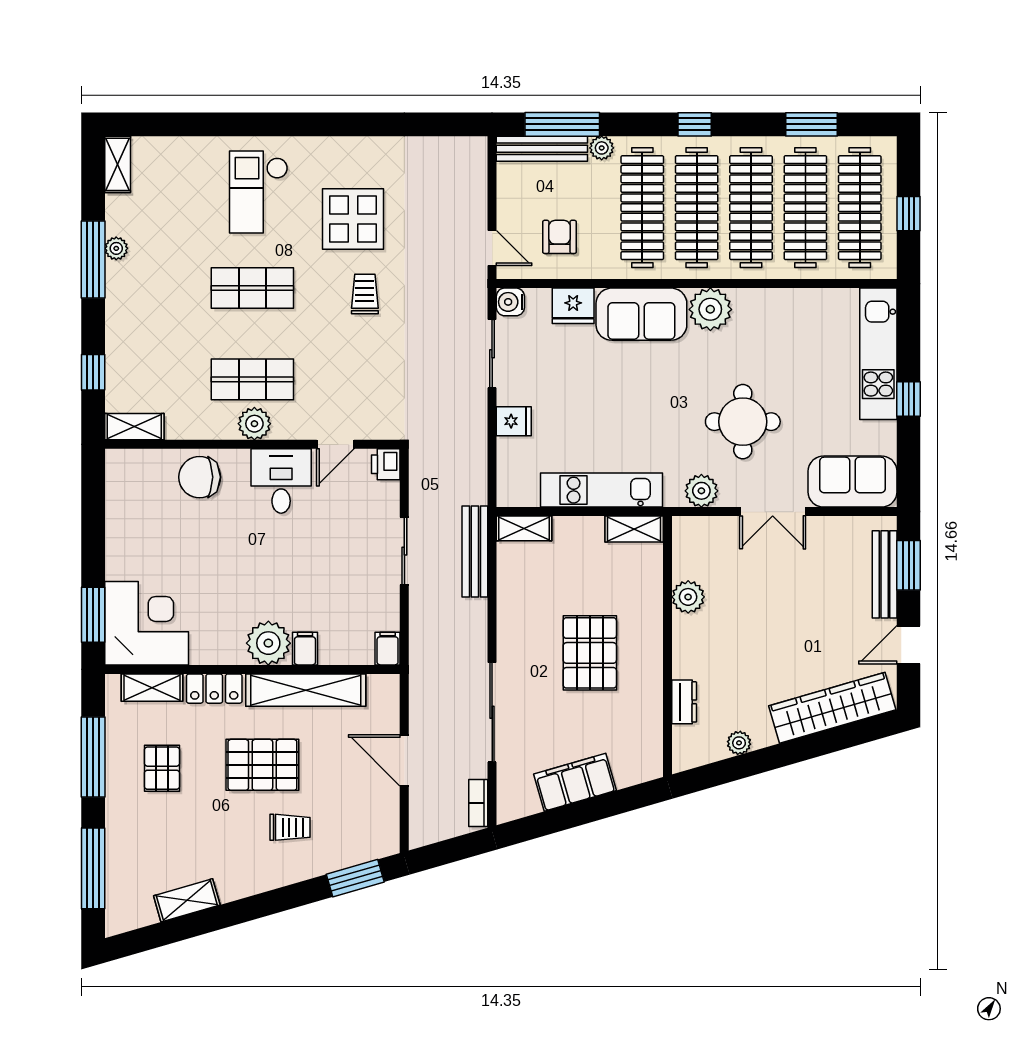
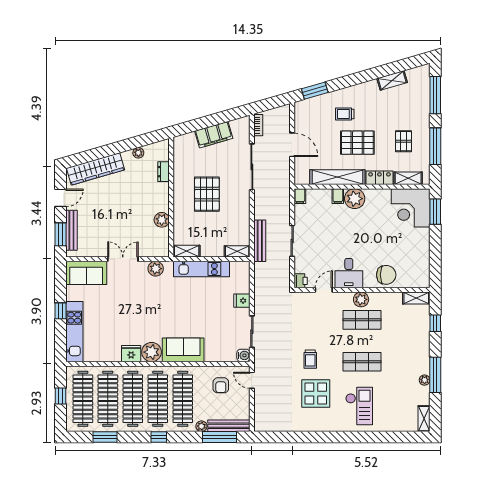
fridge: (573, 306) -> (131, 354), moved
round table: (743, 422) -> (137, 300), removed

